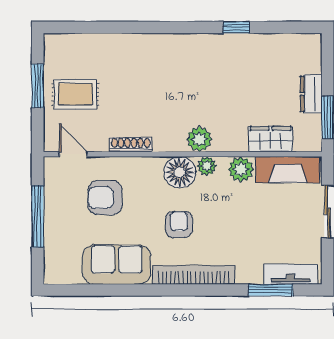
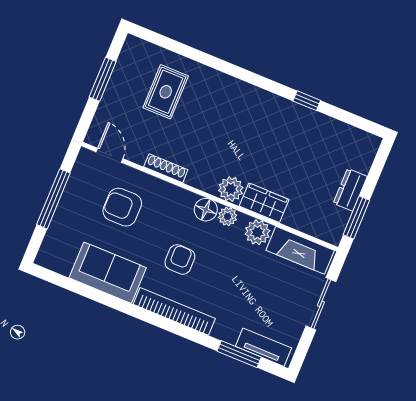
rug: (75, 94) -> (166, 92), moved, turned 90
wardrobe: (271, 139) -> (264, 203), moved
floor lamp: (180, 172) -> (206, 210), width x0.73, depth x0.73

